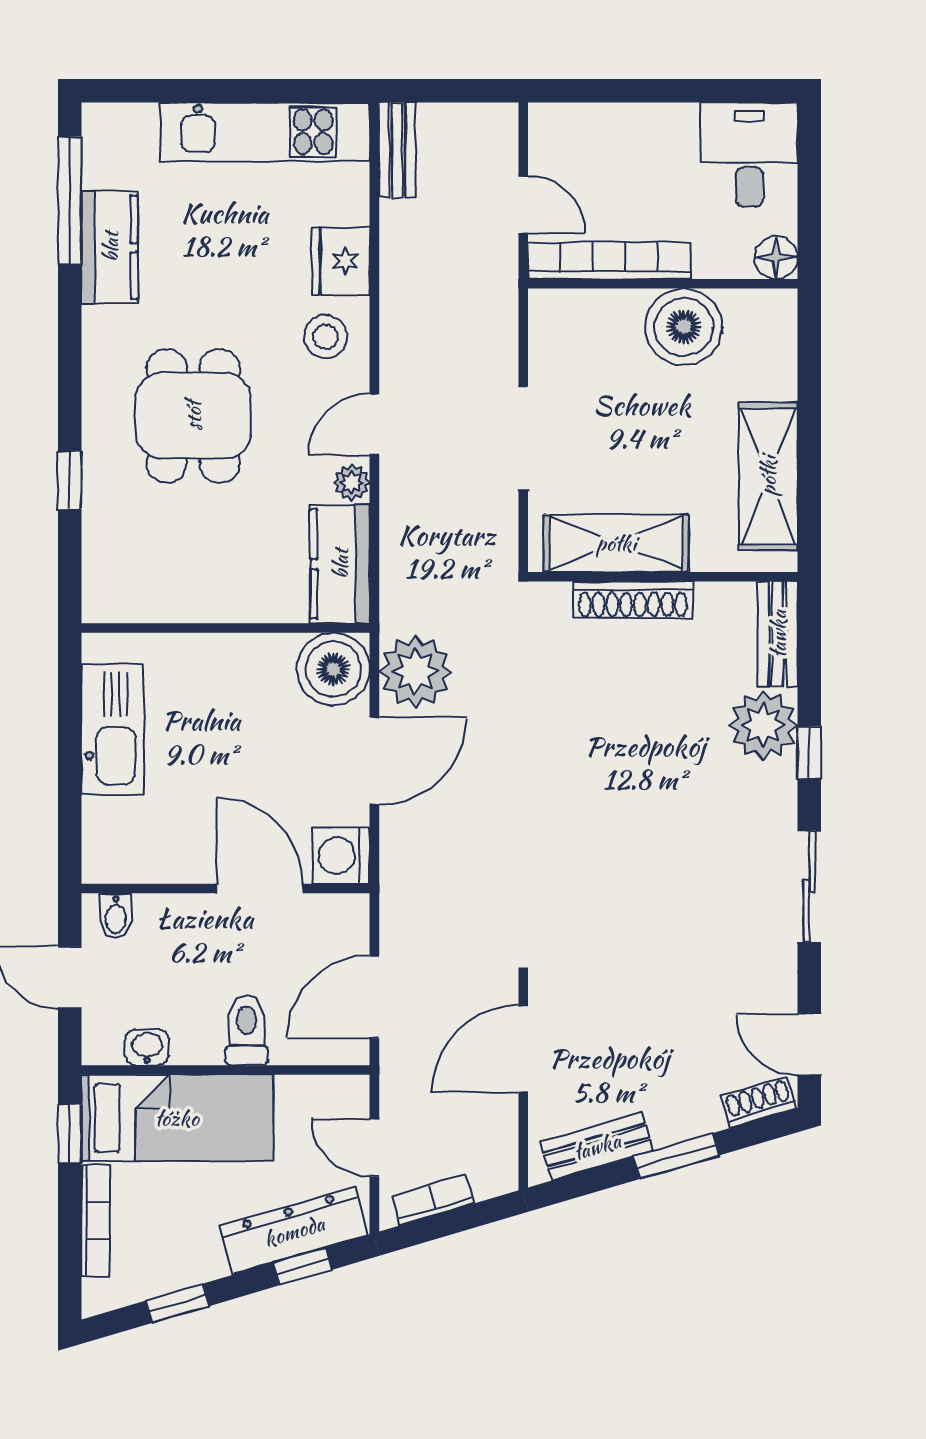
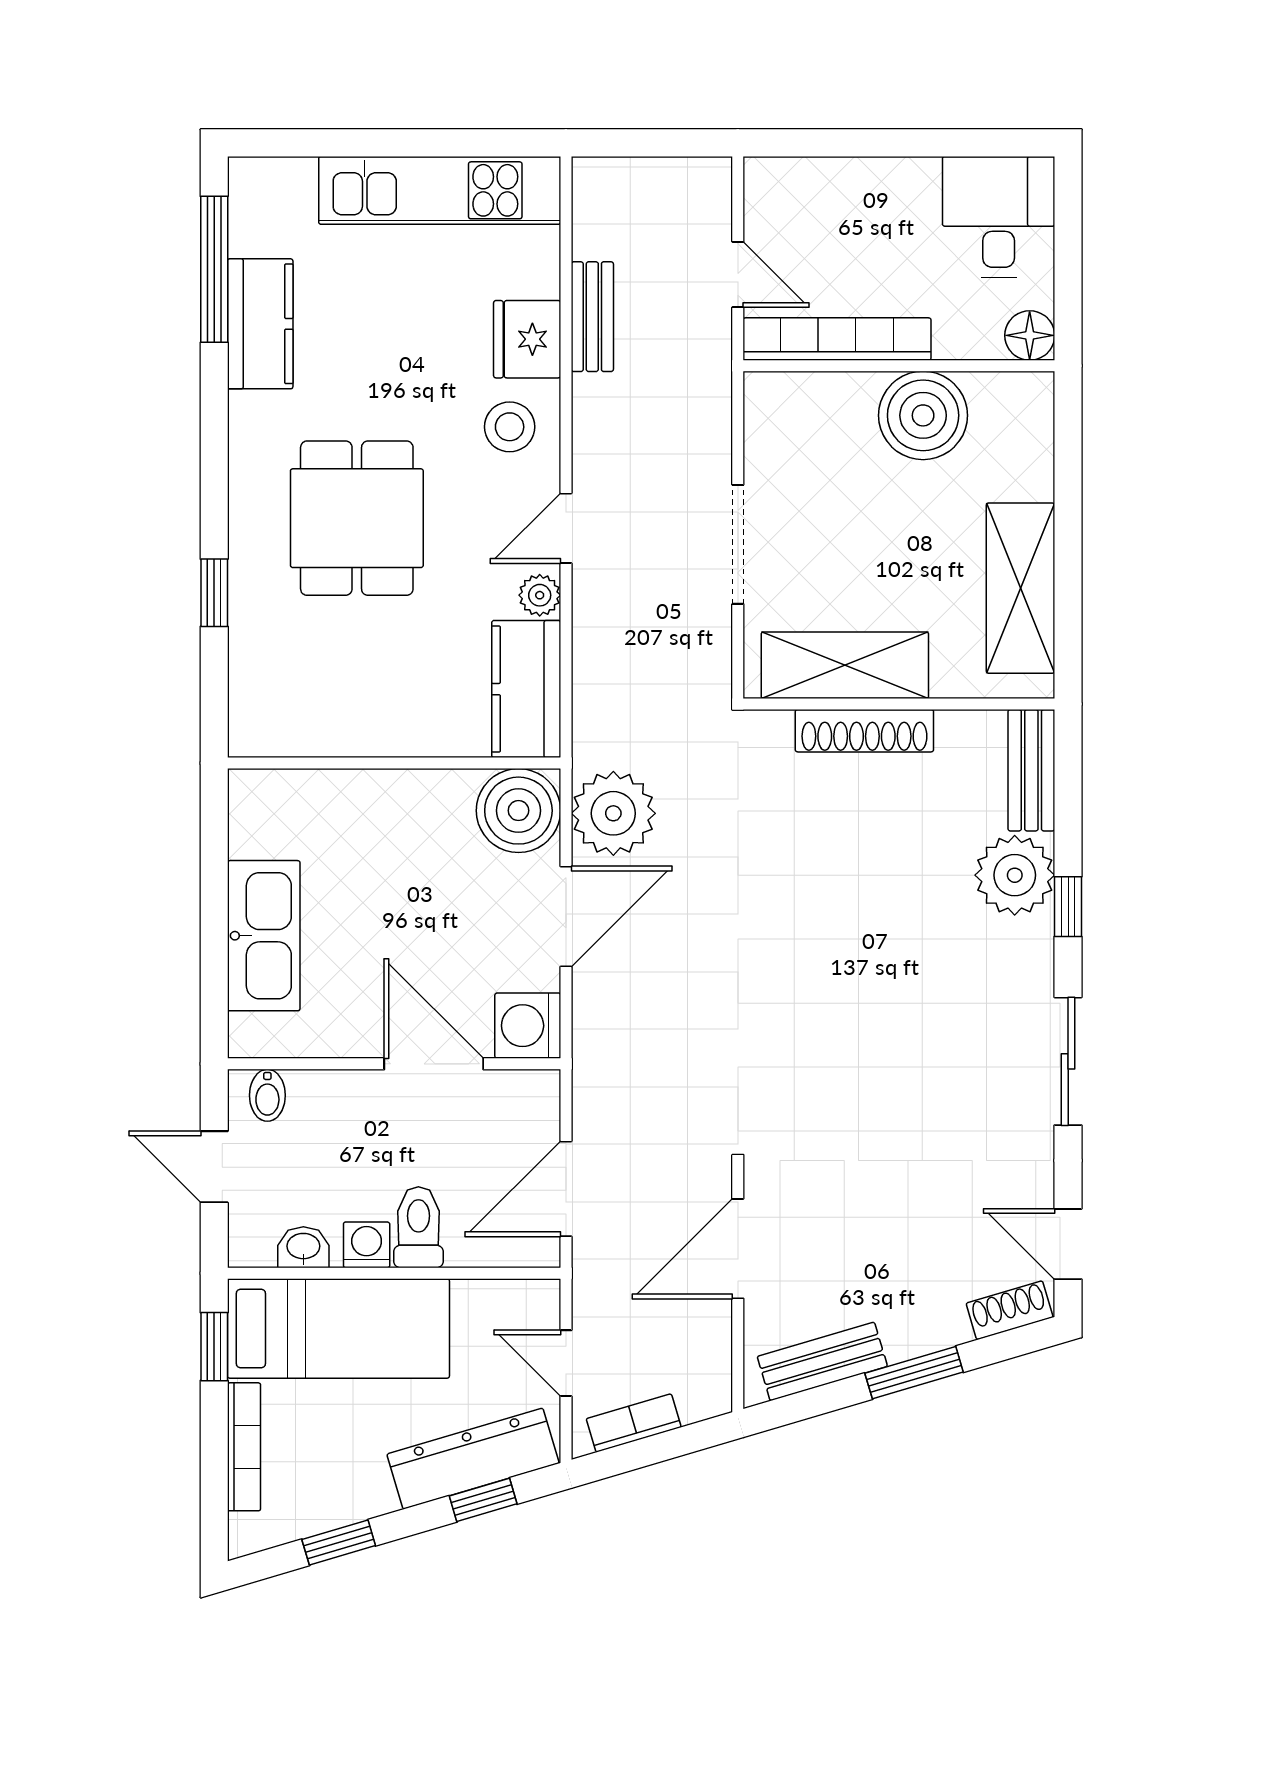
bench: (397, 150) -> (592, 317), moved
kitchen sink: (113, 730) -> (264, 936), moved
washing machine: (202, 1045) -> (367, 1245), added

